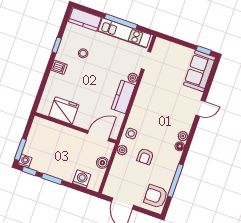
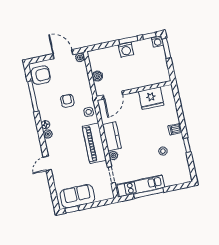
kitchen counter: (85, 20) -> (177, 178), removed
sofa: (200, 71) -> (77, 196), moved, turned -90
piano: (144, 100) -> (94, 143), added
plant: (122, 150) -> (80, 57), moved
washing machine: (82, 179) -> (126, 50), moved

